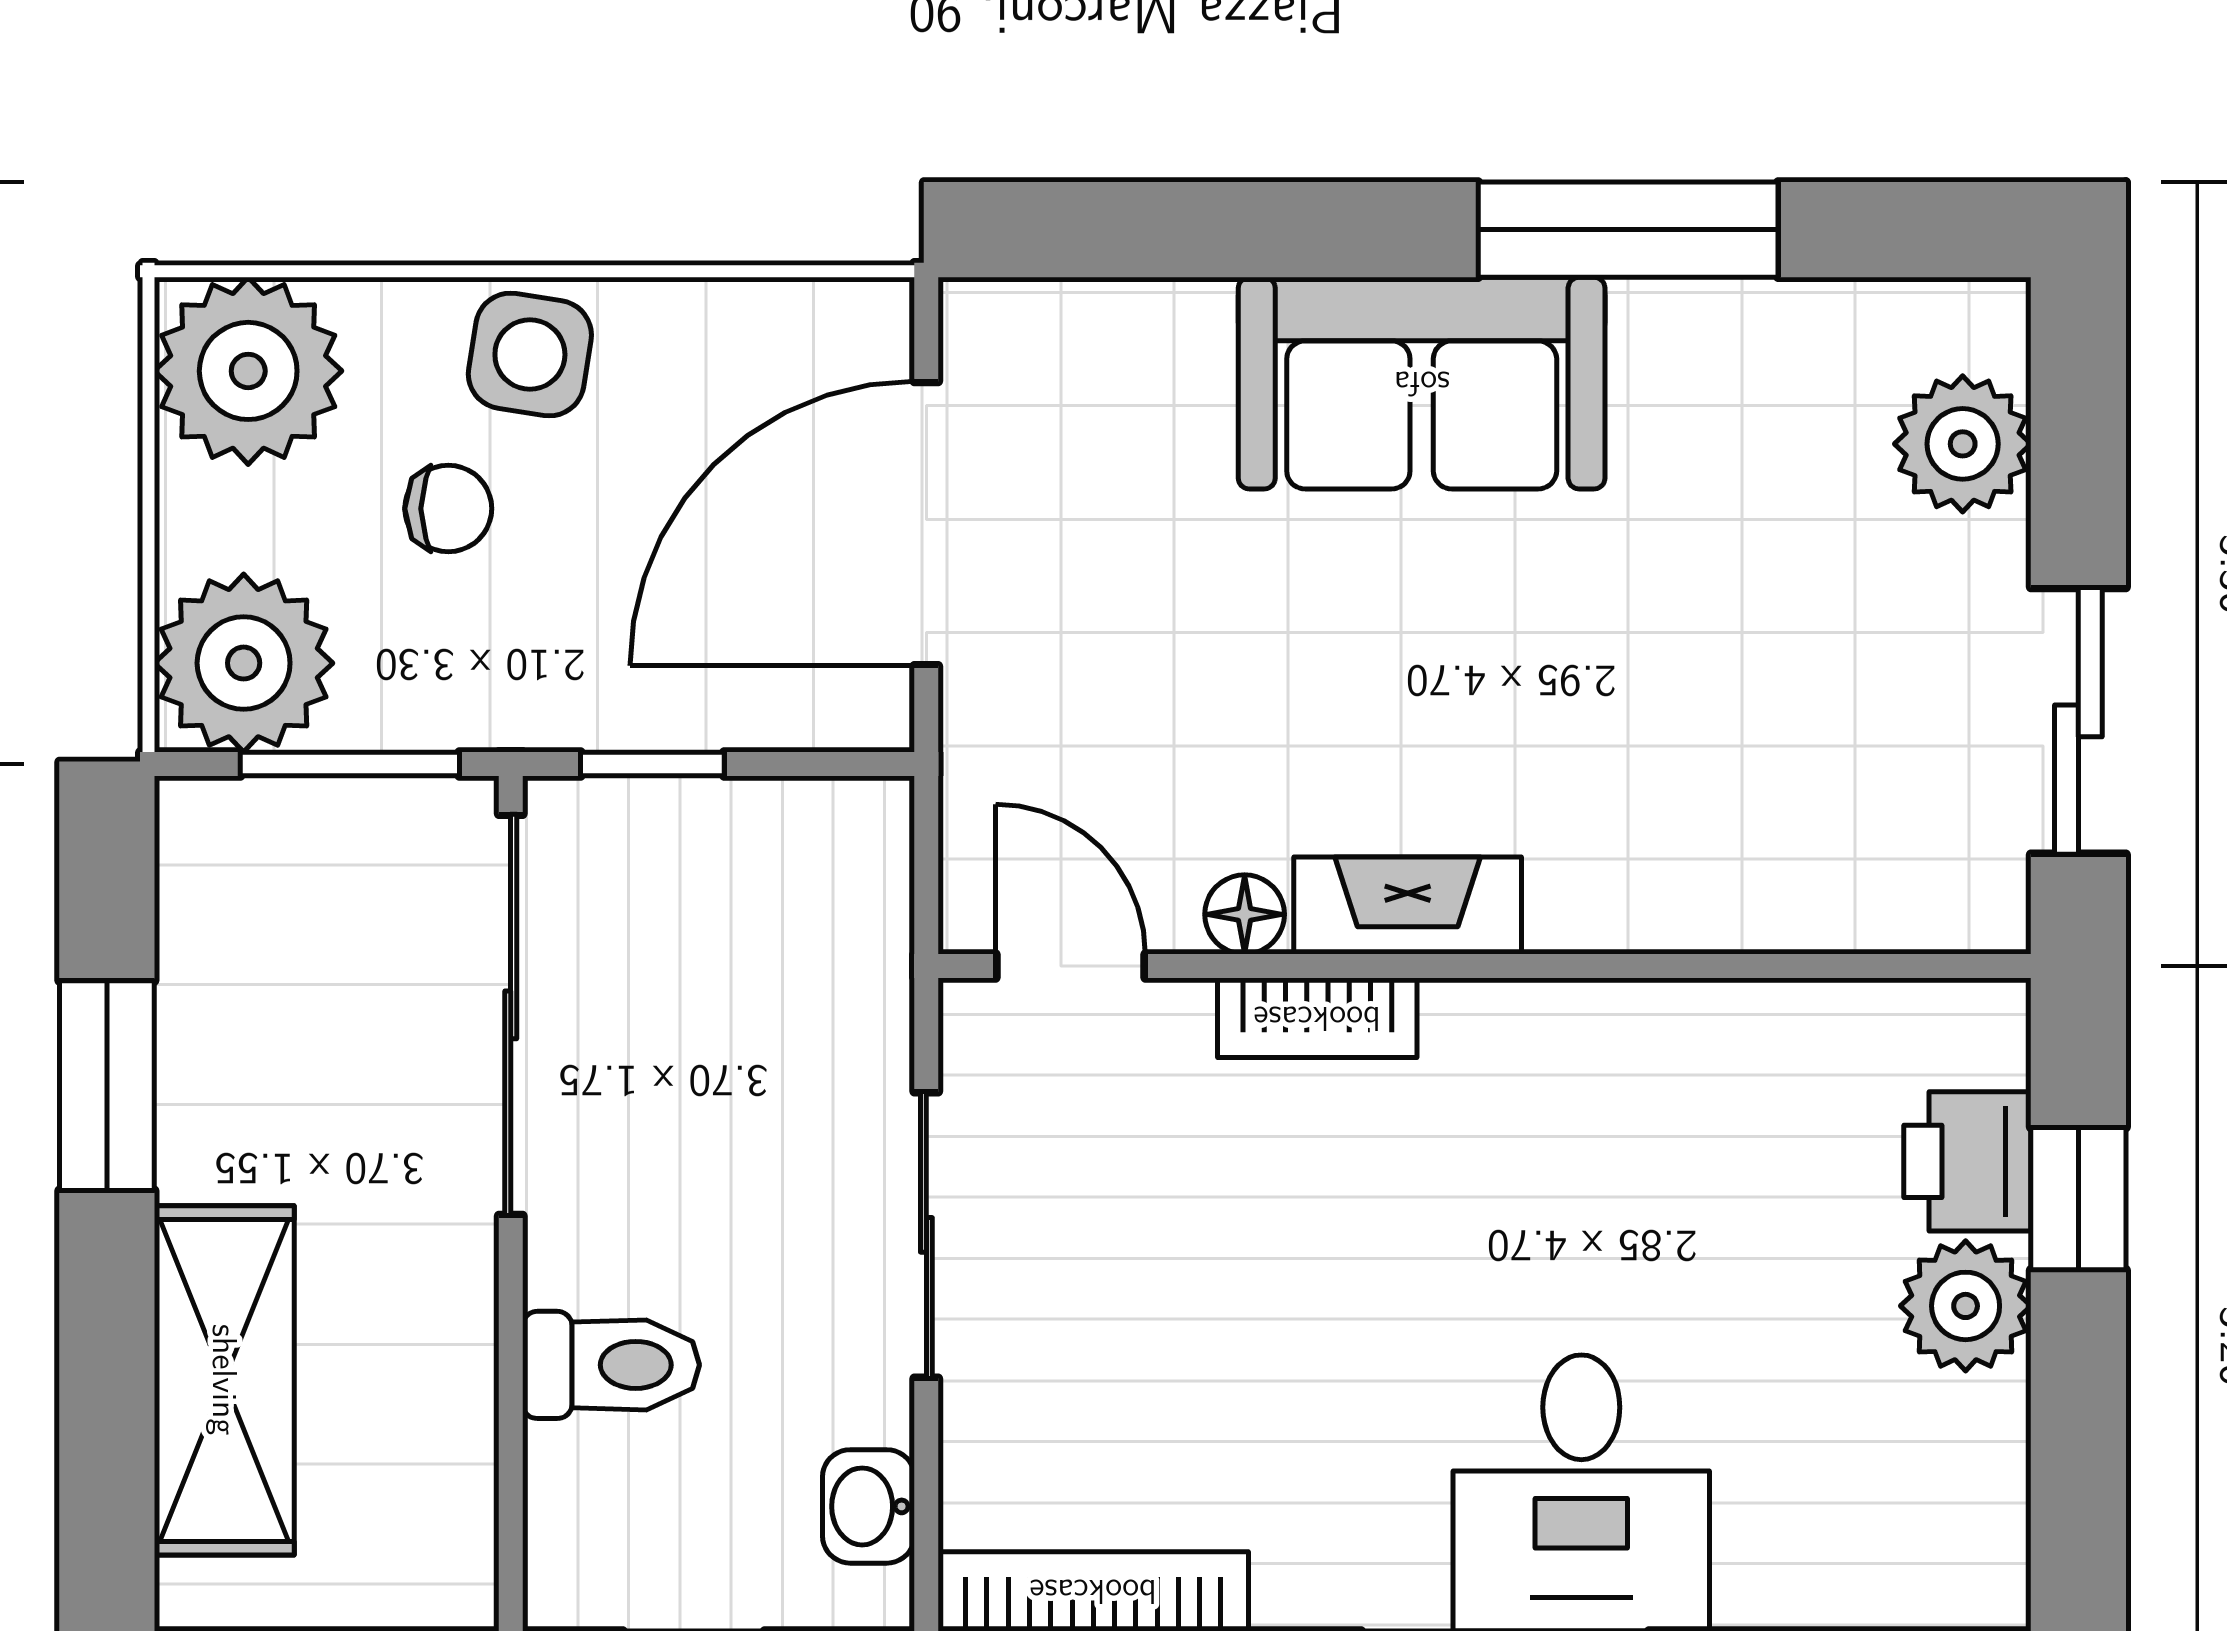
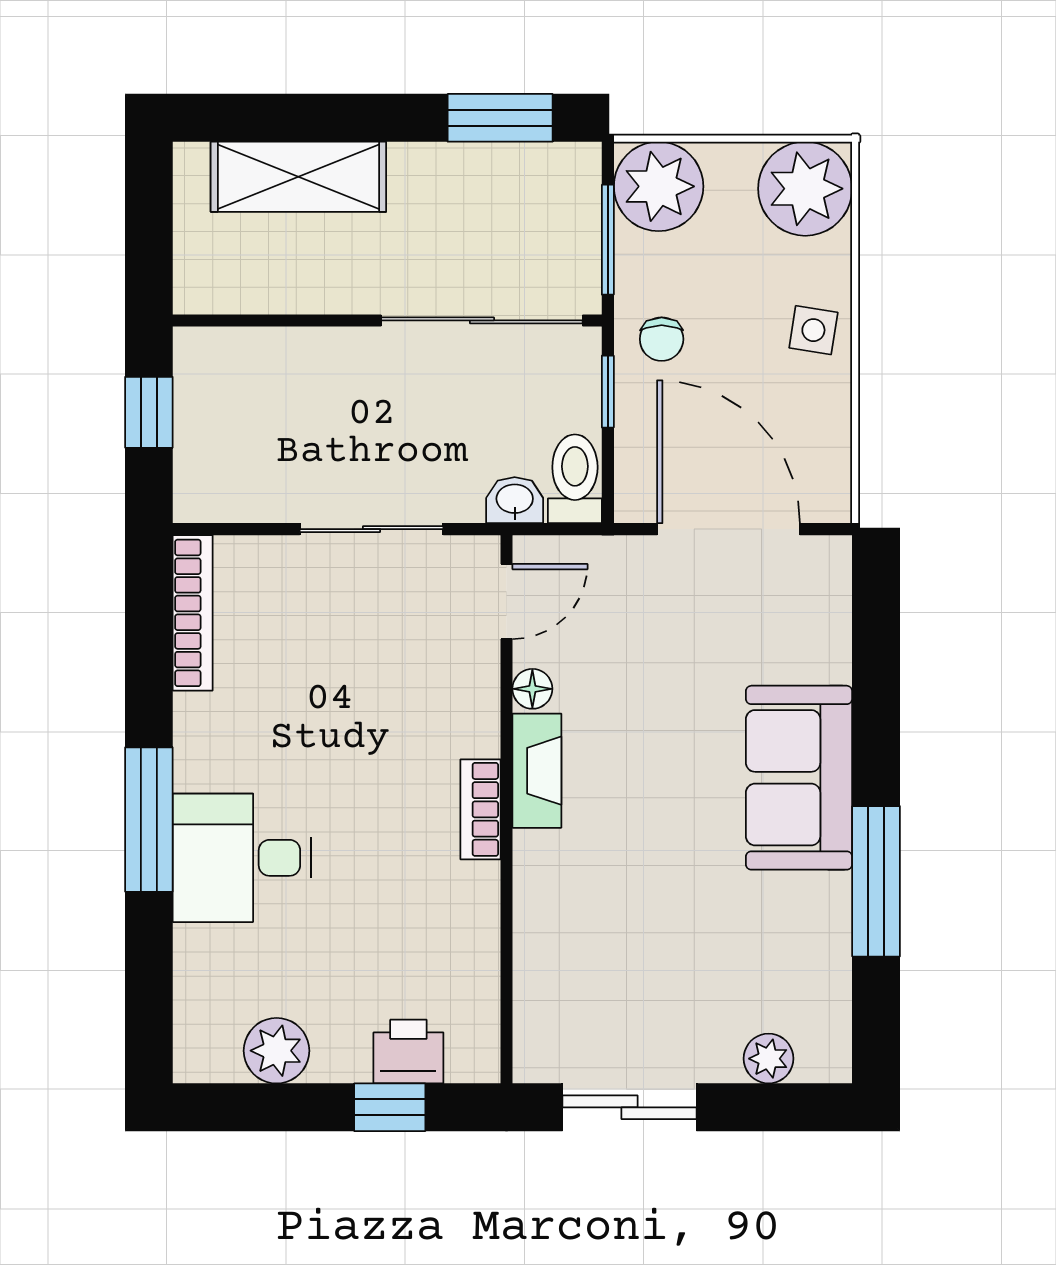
side table: (530, 355) -> (813, 330), width x0.73, depth x0.73
plant: (1963, 444) -> (769, 1059), width x0.73, depth x0.73
chair: (448, 509) -> (662, 339), moved
bookcase: (1317, 1018) -> (481, 809), moved
window: (107, 1086) -> (500, 118), moved
plant: (1966, 1306) -> (277, 1051), moved
toilet: (611, 1365) -> (575, 479), moved, turned 180
washbasin: (869, 1506) -> (515, 500), moved

